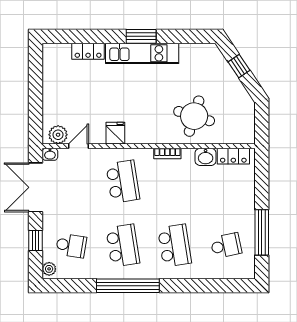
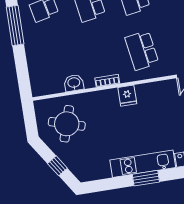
round table: (194, 116) -> (67, 124), moved
fridge: (115, 133) -> (127, 96), moved
locker: (233, 156) -> (50, 87), removed

